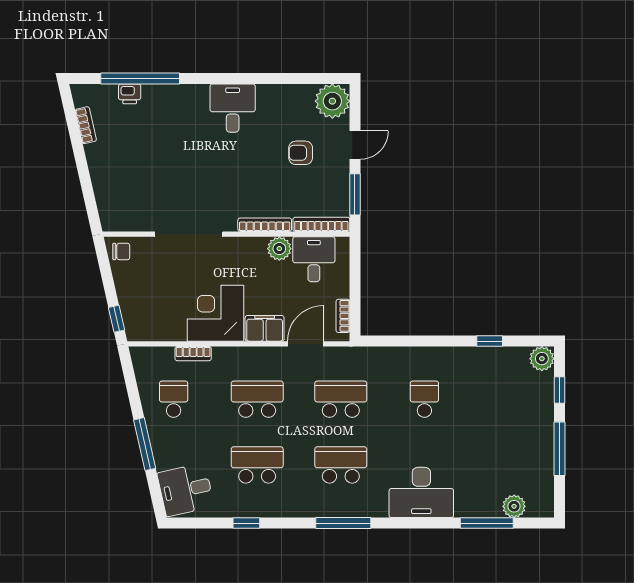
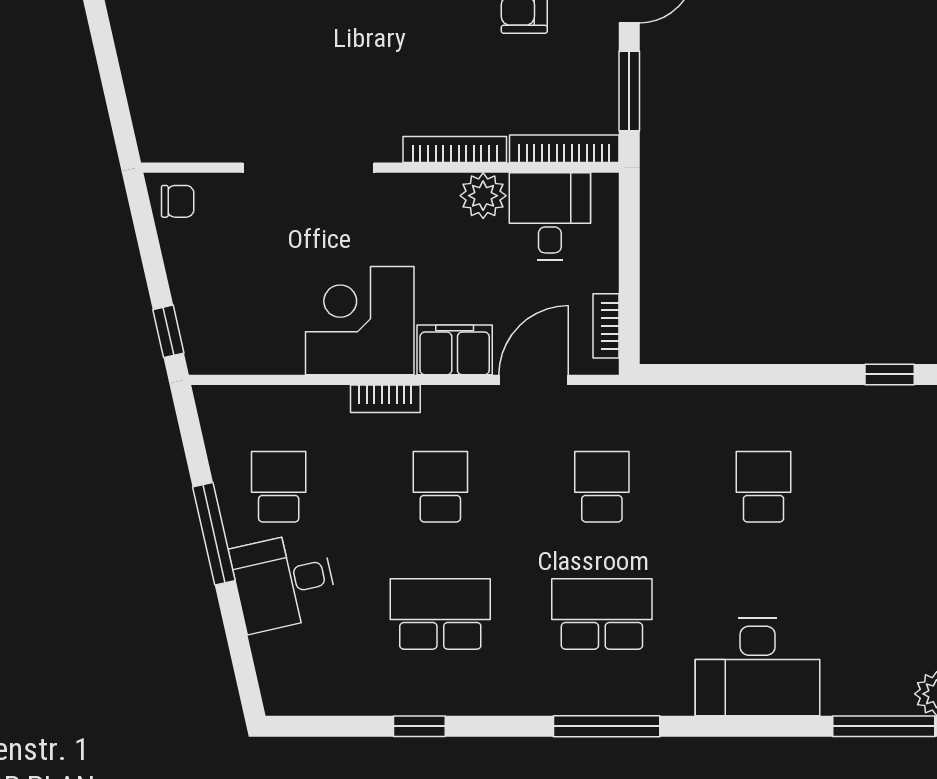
bookcase: (193, 354) -> (385, 399), moved
school desk: (257, 399) -> (440, 487), width x0.54
school desk: (341, 399) -> (602, 487), width x0.54
window: (145, 444) -> (214, 534), moved
desk: (186, 490) -> (284, 582), moved

